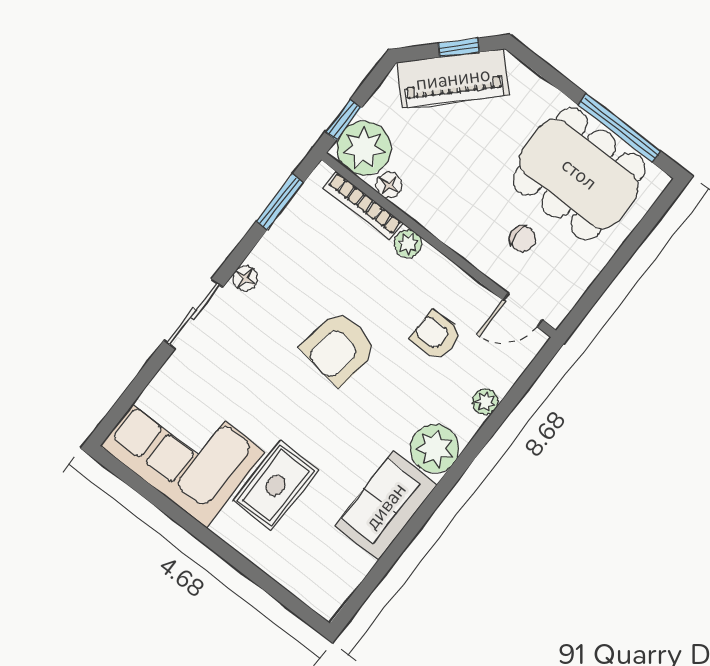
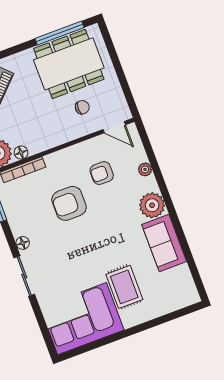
plant: (408, 244) -> (53, 160), removed
door: (523, 310) -> (114, 127), hinge flipped
armchair: (339, 348) -> (69, 203), moved, turned 82

